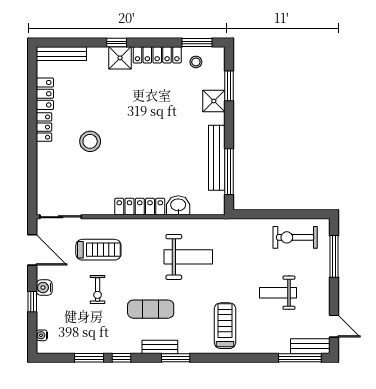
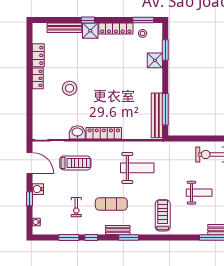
bench: (61, 54) -> (64, 28), moved
bench: (217, 158) -> (157, 115), moved
washbasin: (178, 205) -> (77, 132), moved
exercise bike: (98, 290) -> (76, 207), moved
weight bench: (278, 293) -> (199, 193), turned 180

